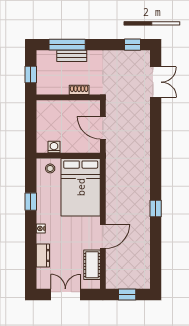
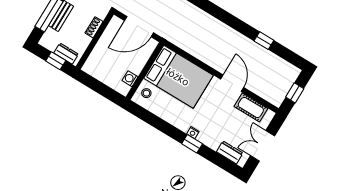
dresser: (42, 80) -> (66, 54), added
door: (103, 128) -> (139, 27), width x1.36
window: (31, 202) -> (192, 144), moved
window: (156, 208) -> (264, 41), moved
dresser: (43, 255) -> (230, 152), moved

